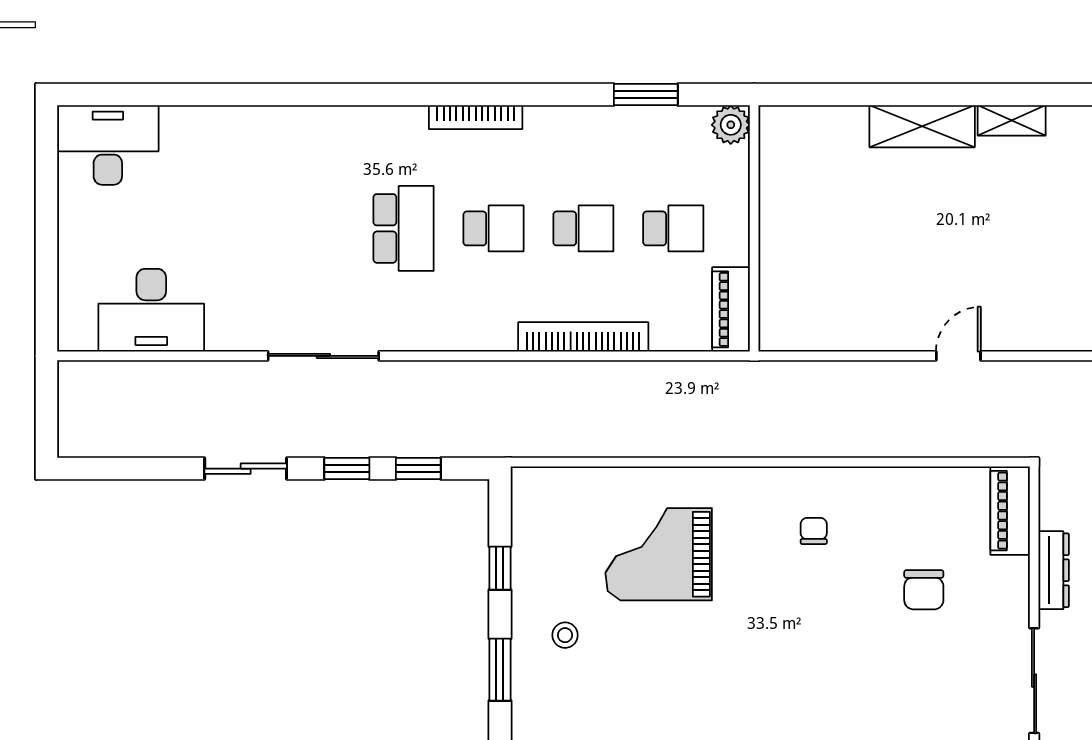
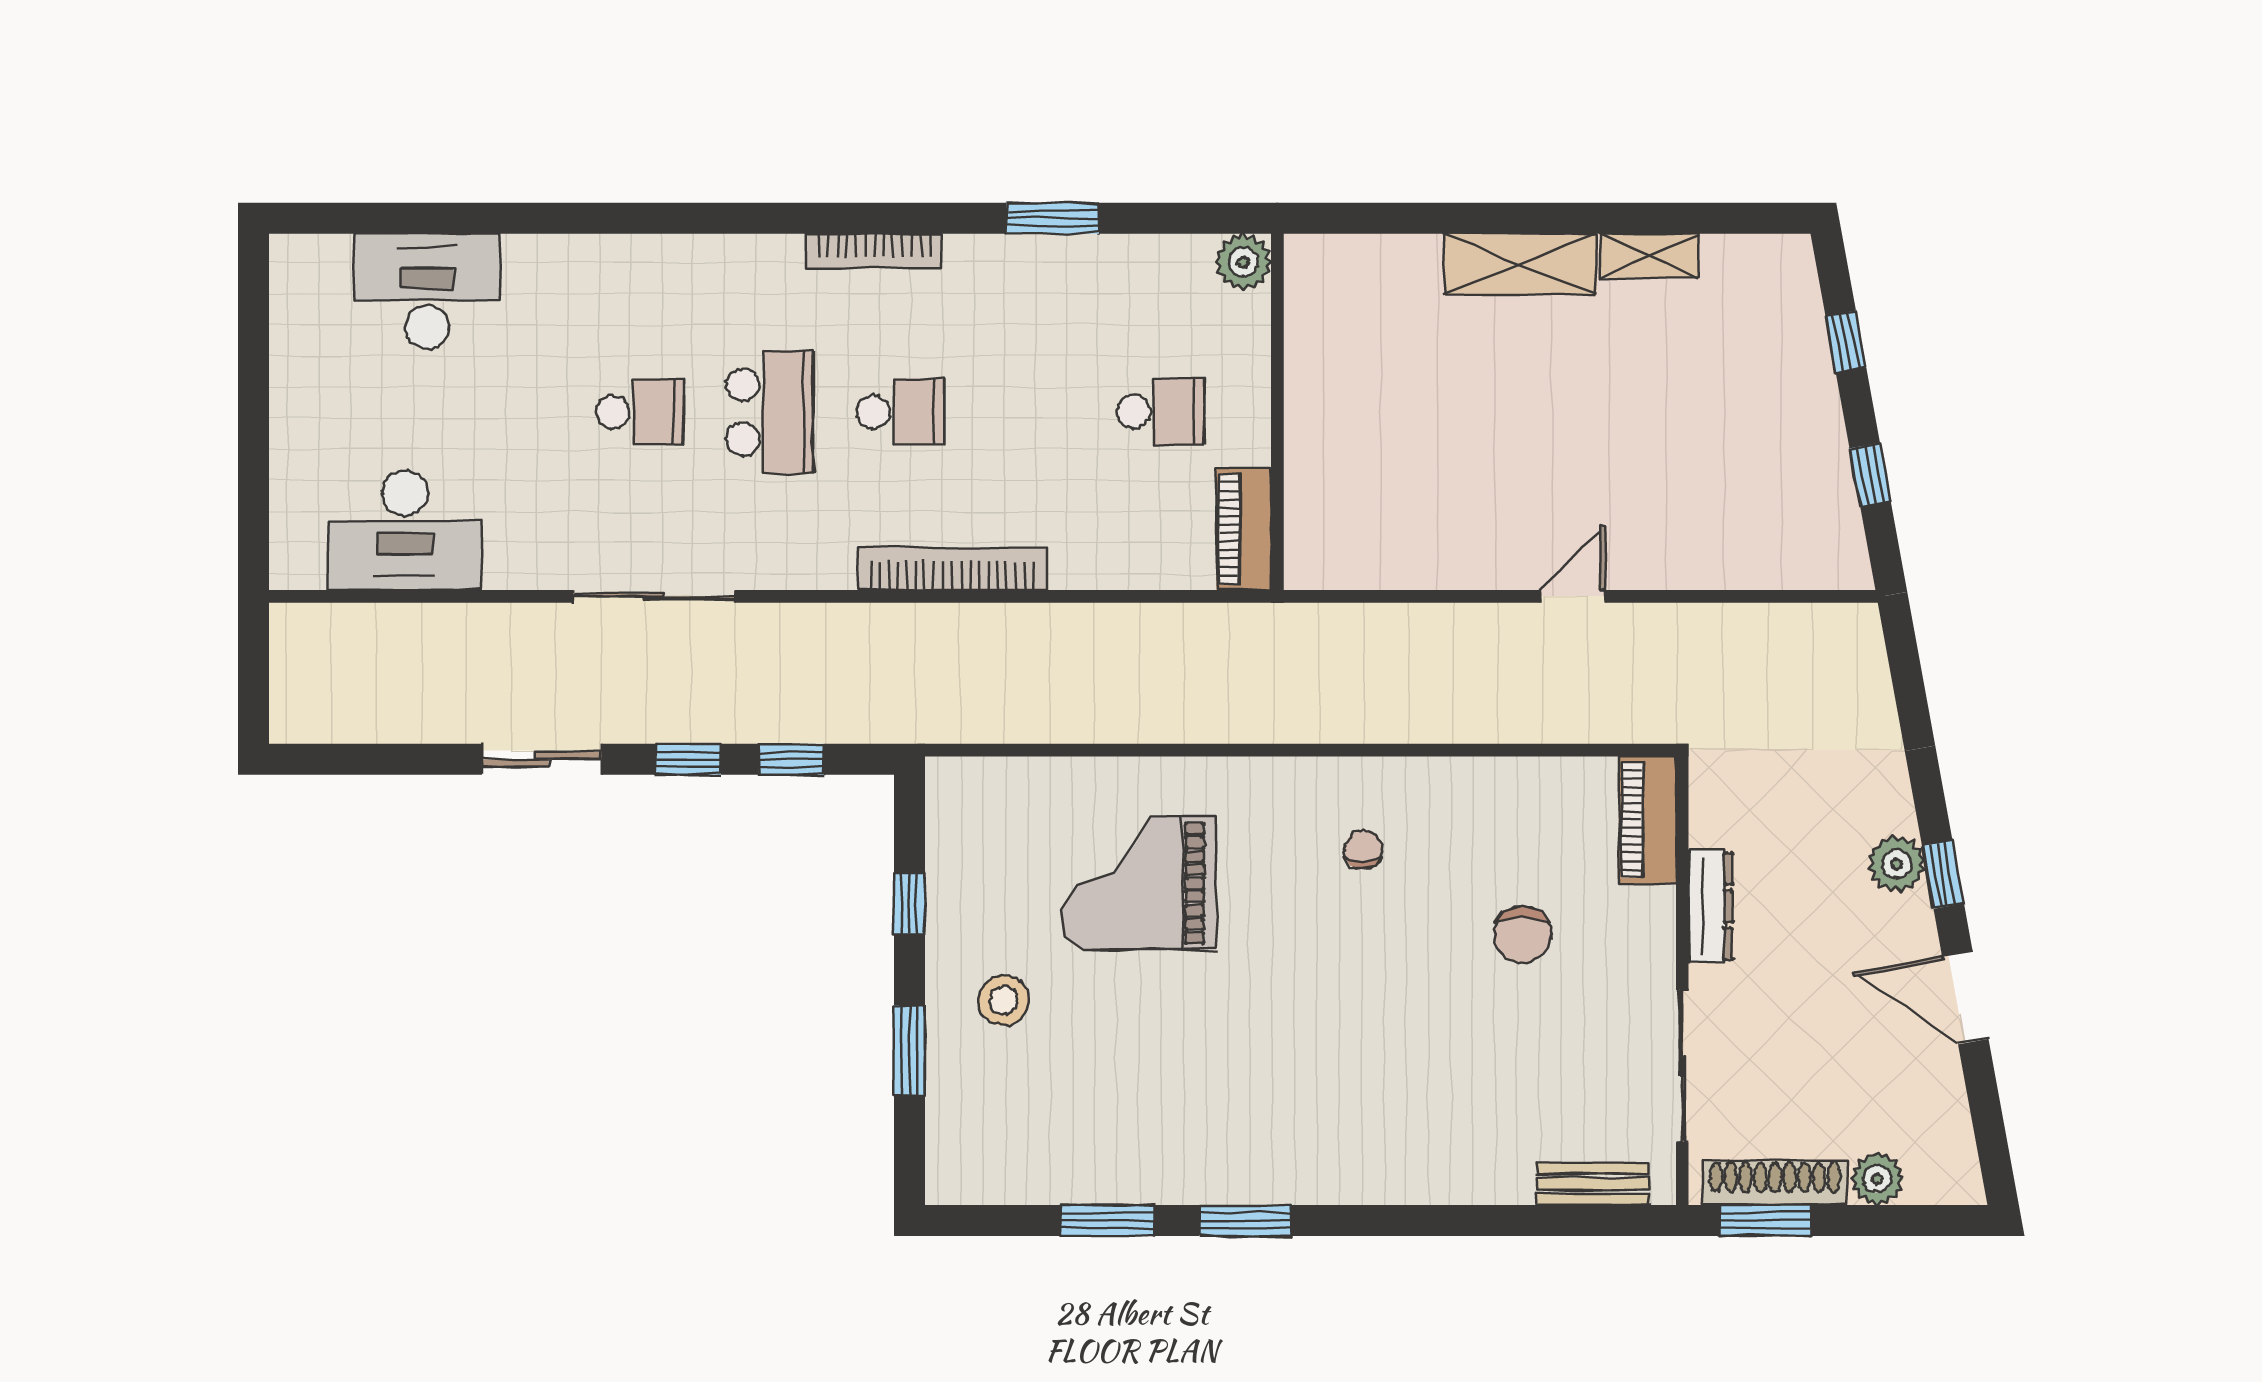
window: (646, 95) -> (1053, 218), moved
desk: (108, 145) -> (427, 291), moved
school desk: (583, 228) -> (640, 412), moved
bookcase: (583, 337) -> (952, 569), moved
stool: (565, 635) -> (1004, 1000), width x1.37, depth x1.37

